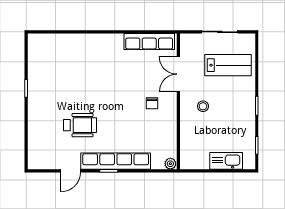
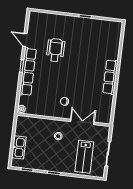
row of seats: (149, 42) -> (110, 77), moved
wheelchair: (80, 125) -> (56, 50), turned 180

